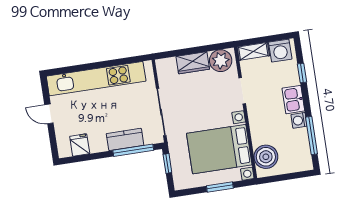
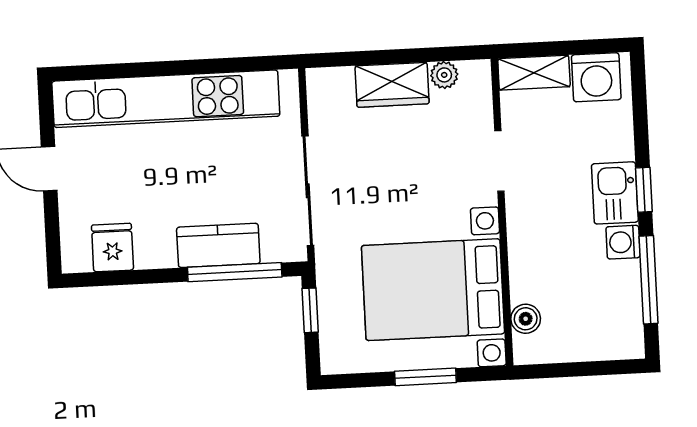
plant: (221, 61) -> (444, 75), width x0.53, depth x0.53
window: (302, 73) -> (644, 190), moved
boiler: (266, 157) -> (526, 319), width x0.54, depth x0.54

